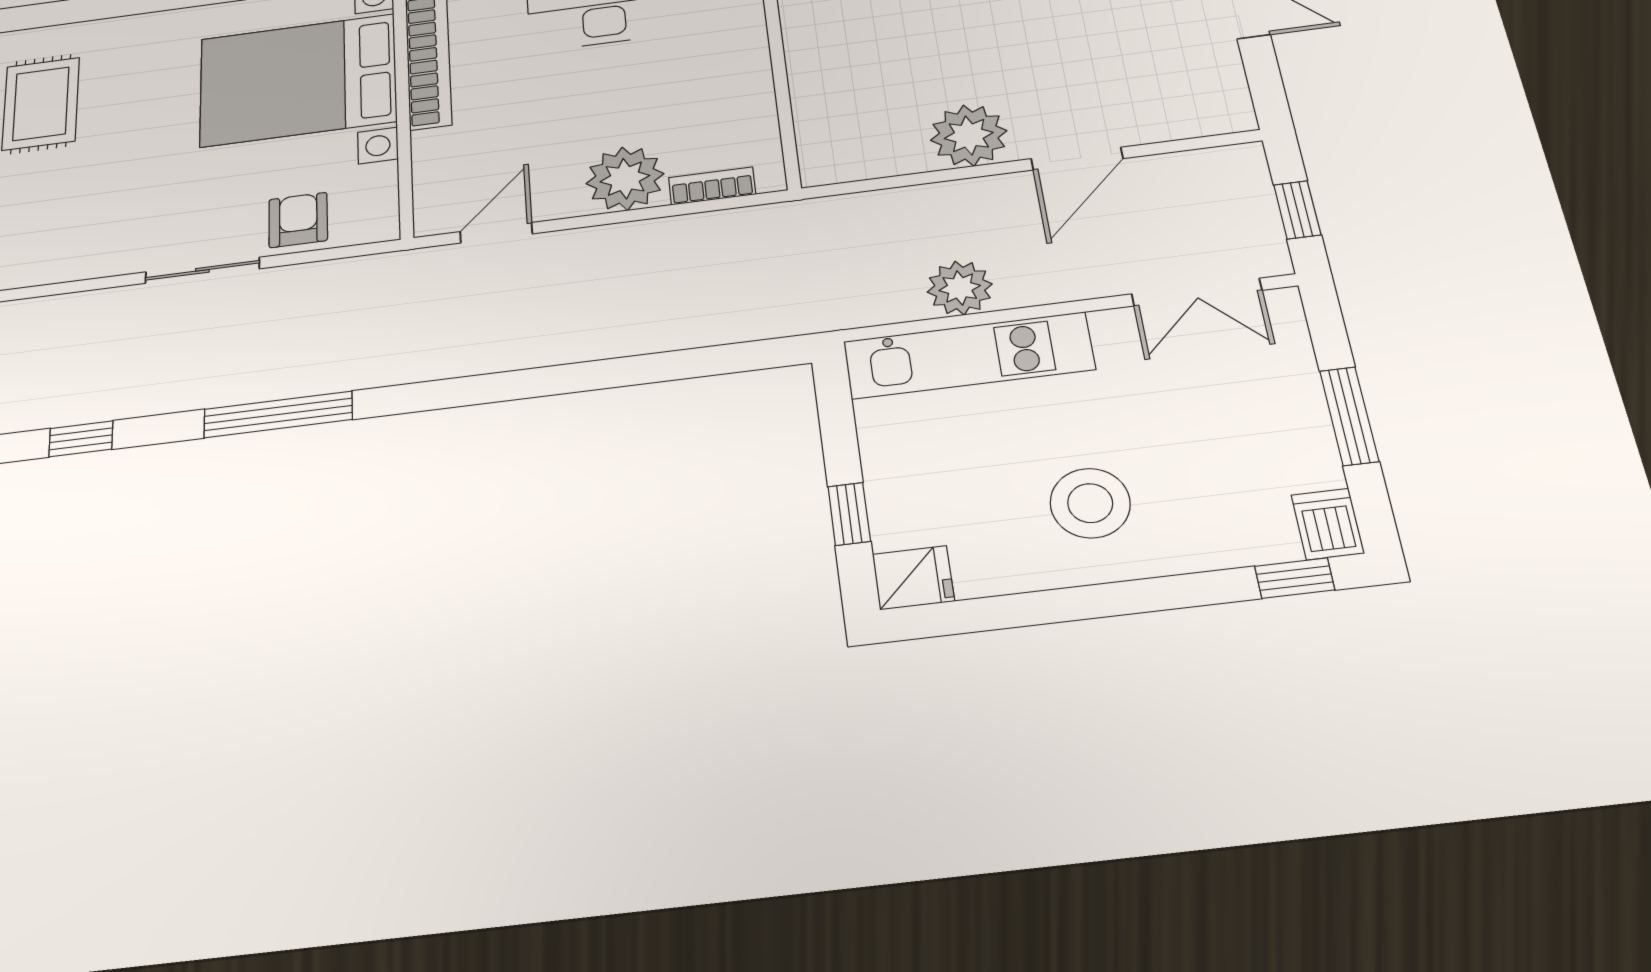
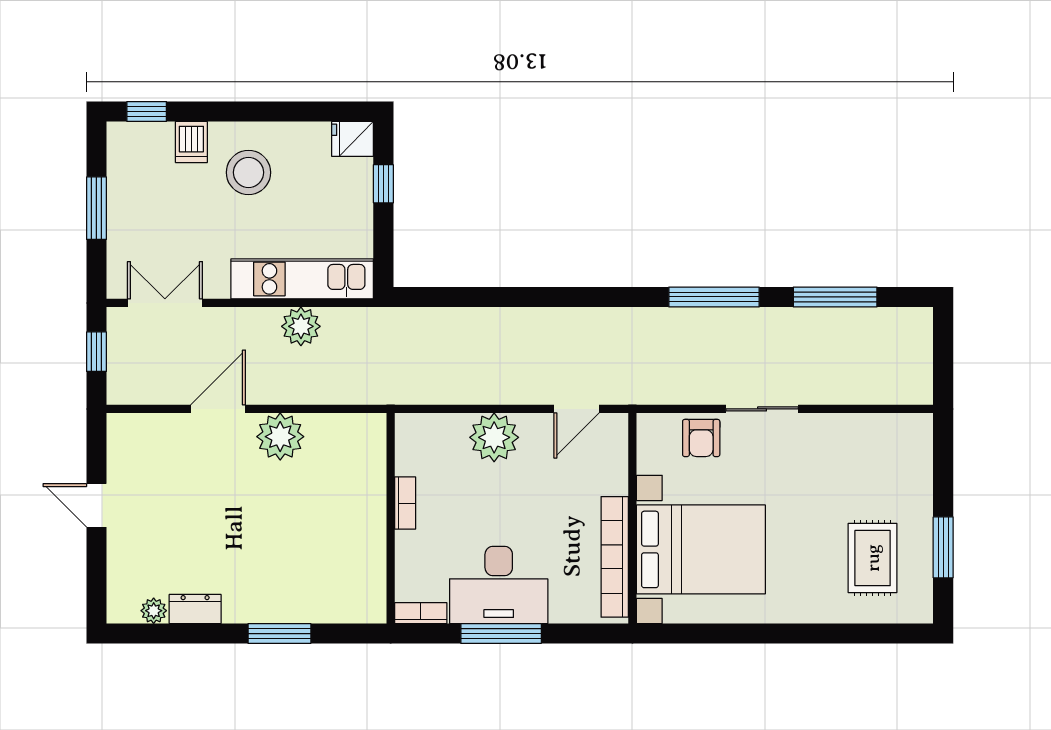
bookcase: (712, 186) -> (405, 503), moved, turned -90
window: (81, 439) -> (835, 297), width x2.17
dishwasher: (1328, 524) -> (191, 142), moved

